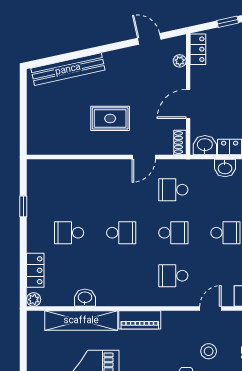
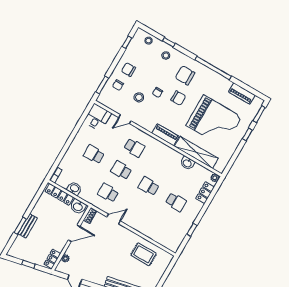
rug: (110, 118) -> (143, 254), moved
school desk: (173, 190) -> (108, 193), turned 180

